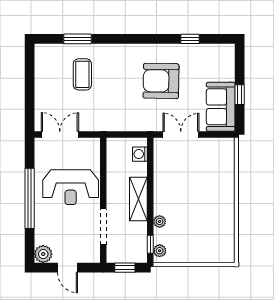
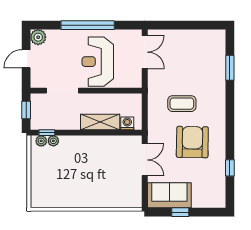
coffee table: (82, 74) -> (182, 104), moved
shelving: (138, 199) -> (100, 122), moved
plant: (160, 221) -> (53, 141), moved

